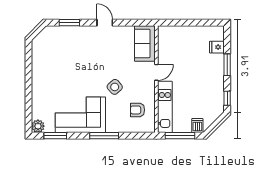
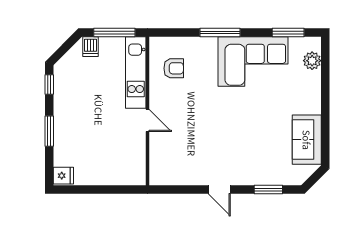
sofa: (145, 43) -> (307, 140), moved, turned 180
fridge: (217, 47) -> (63, 176), moved
door: (156, 72) -> (148, 121), swing flipped
side table: (115, 87) -> (205, 100), removed
plant: (38, 126) -> (312, 61), moved

